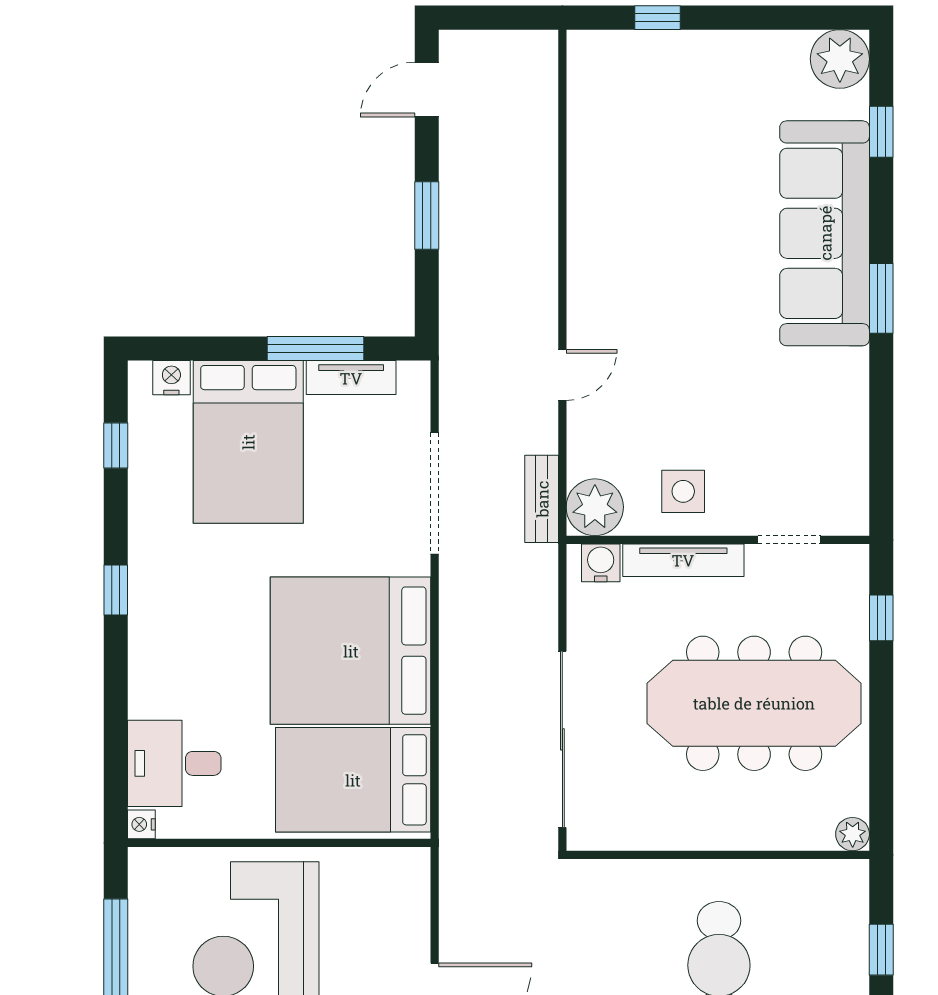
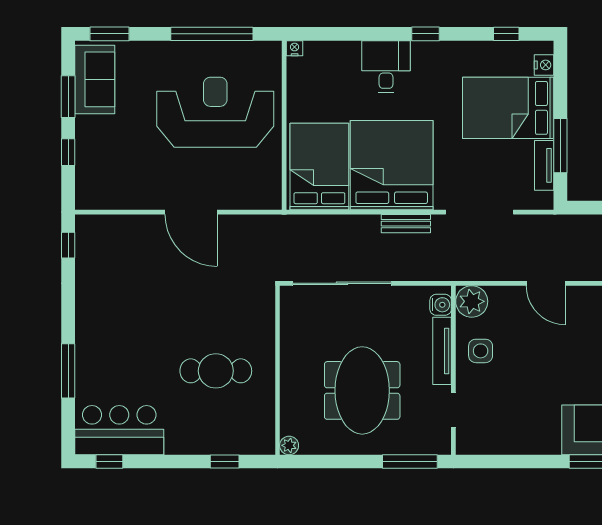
door: (562, 375) -> (546, 283), width x1.38
bench: (542, 499) -> (406, 224), moved
window: (881, 618) -> (410, 462), width x2.17
meeting table: (754, 703) -> (362, 390), width x0.73
desk: (174, 763) -> (386, 67), moved

